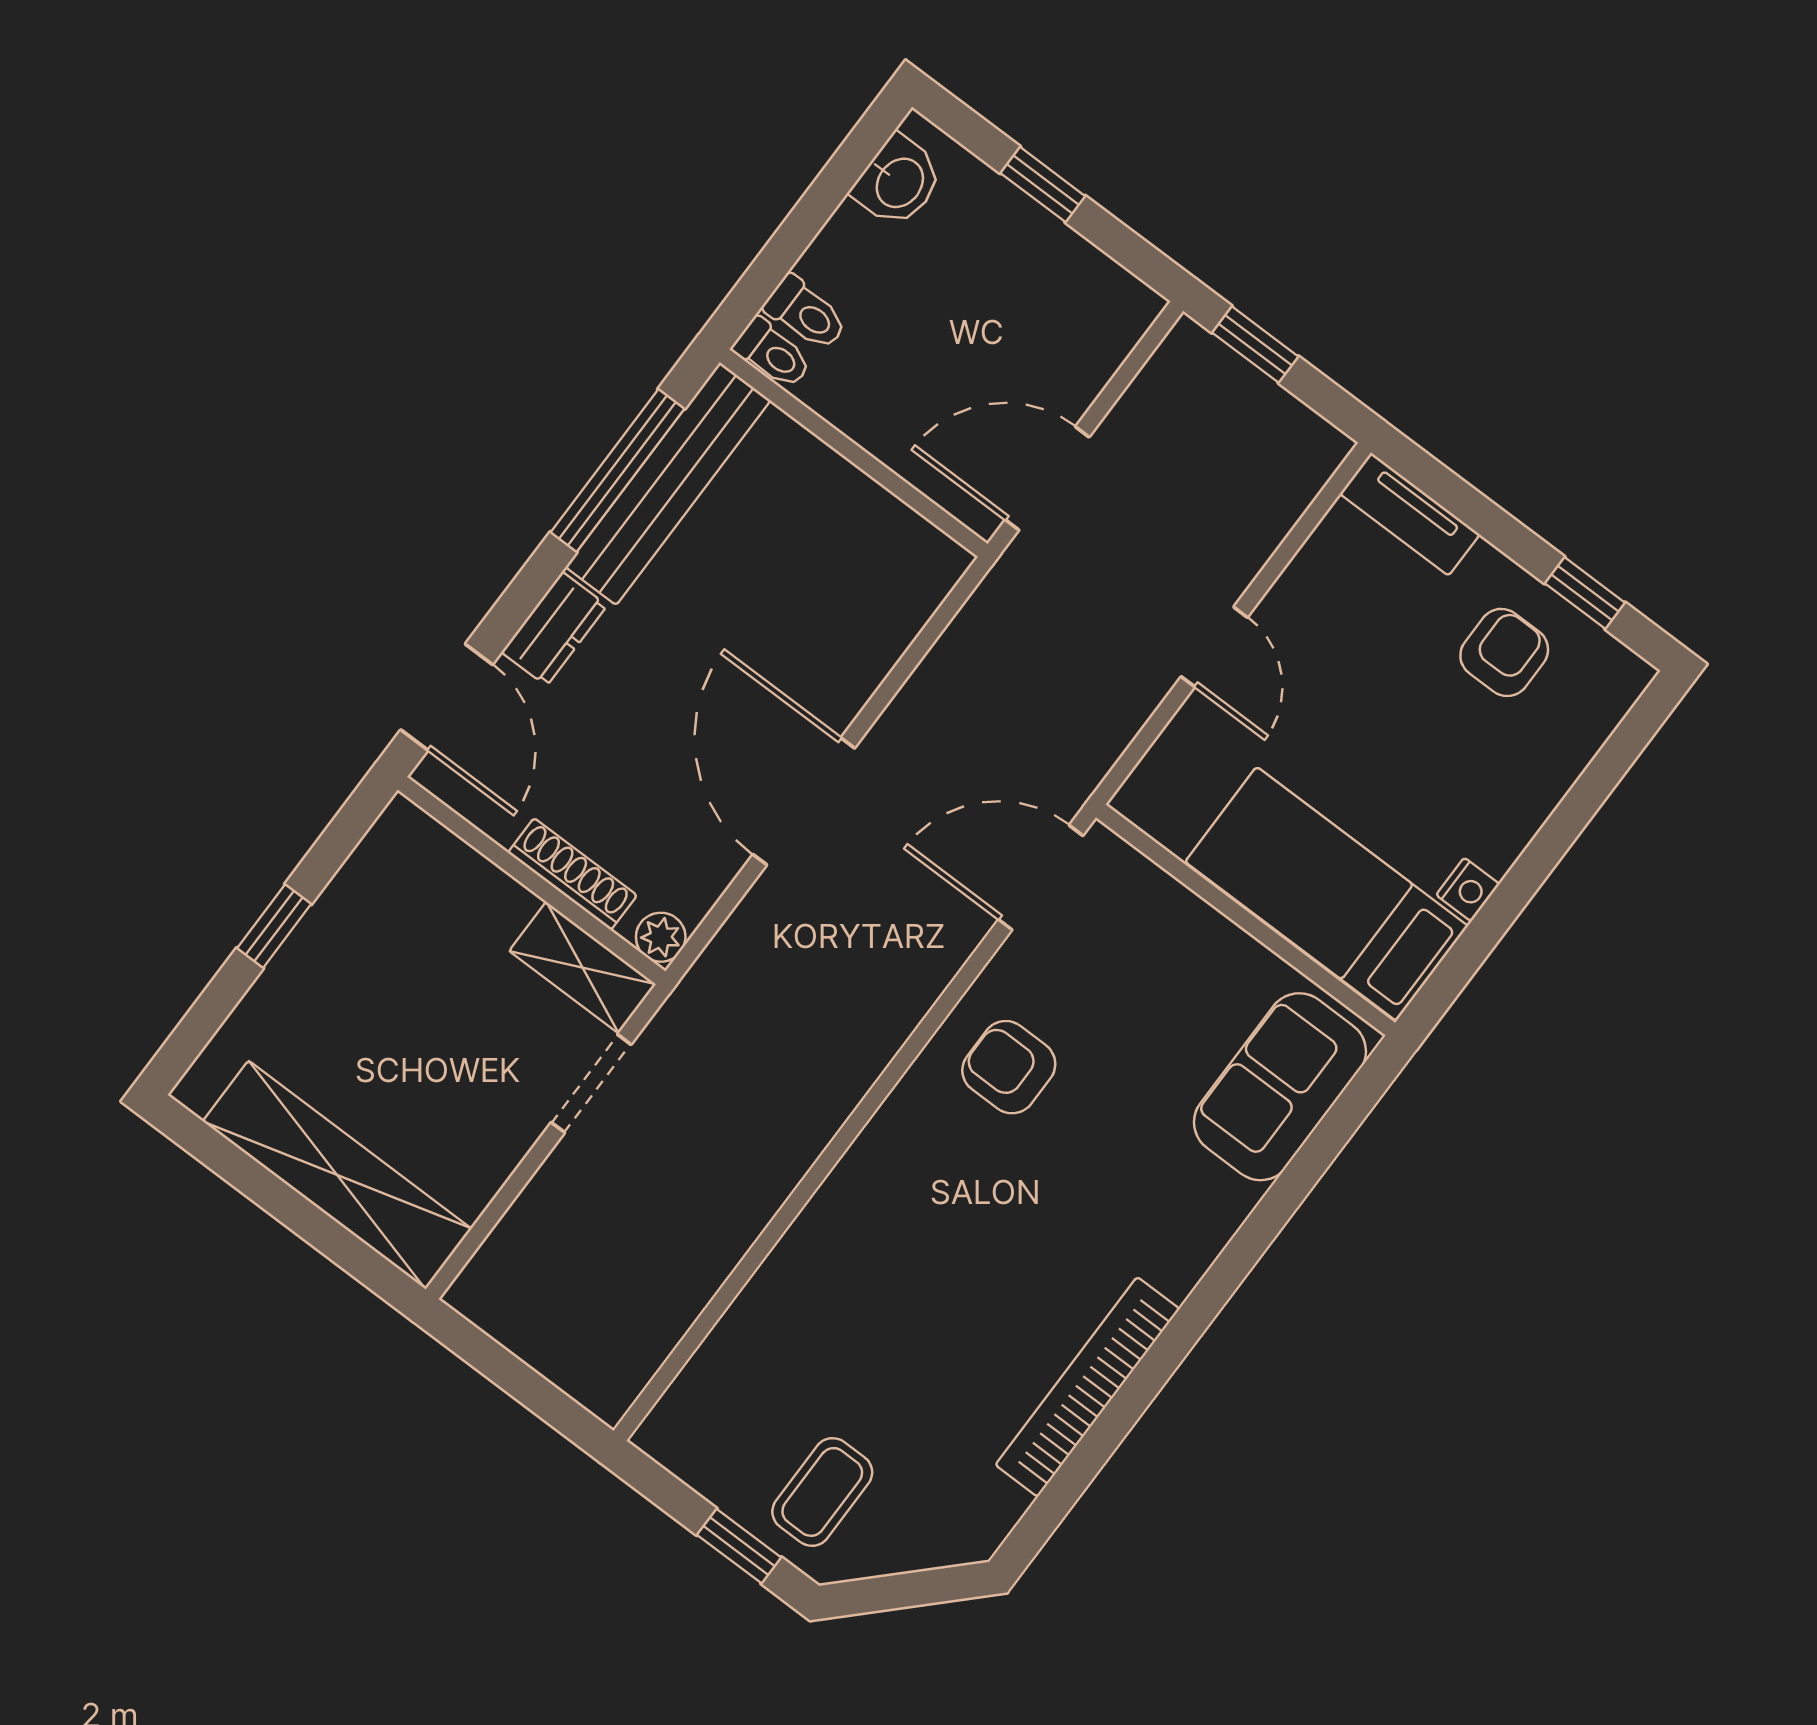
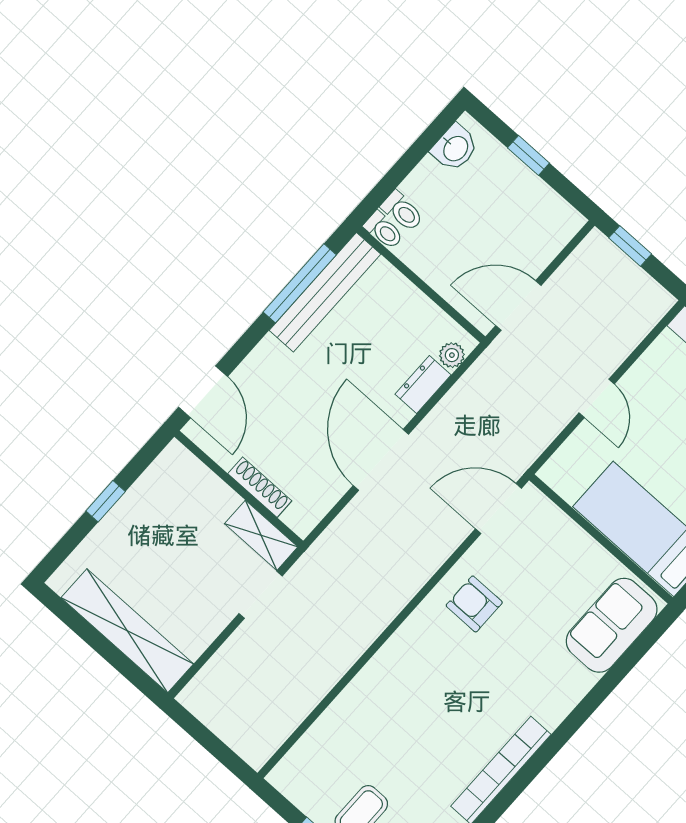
dresser: (554, 629) -> (423, 385), moved, turned 180
plant: (661, 937) -> (452, 355), moved

